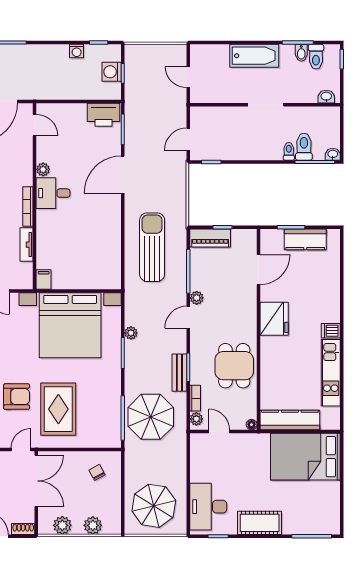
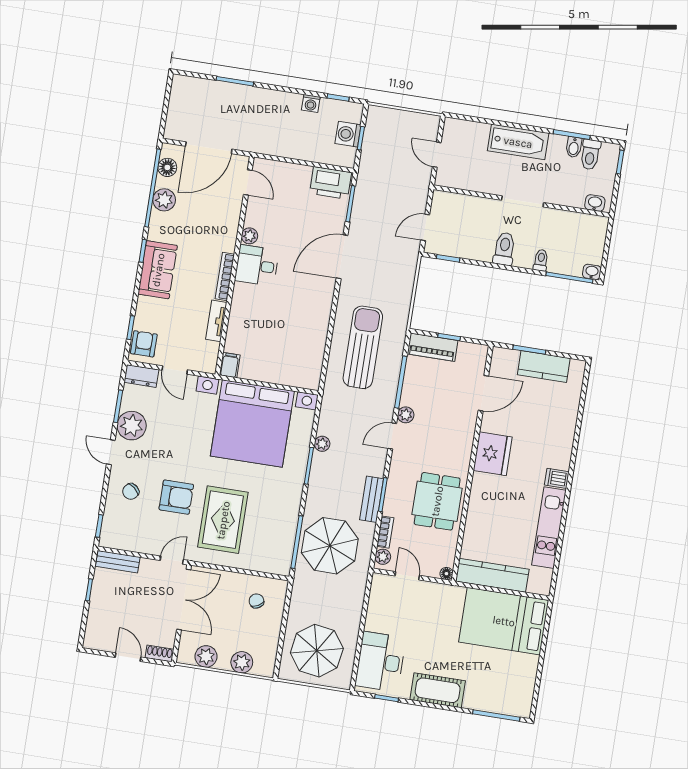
toilet: (304, 147) -> (504, 249), moved

